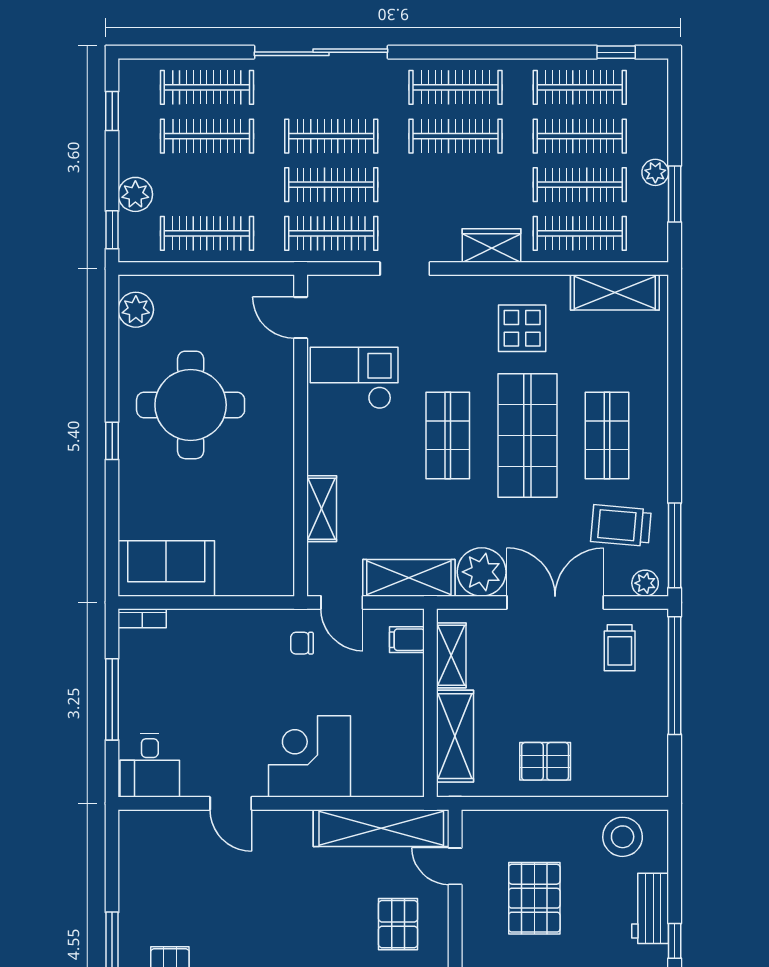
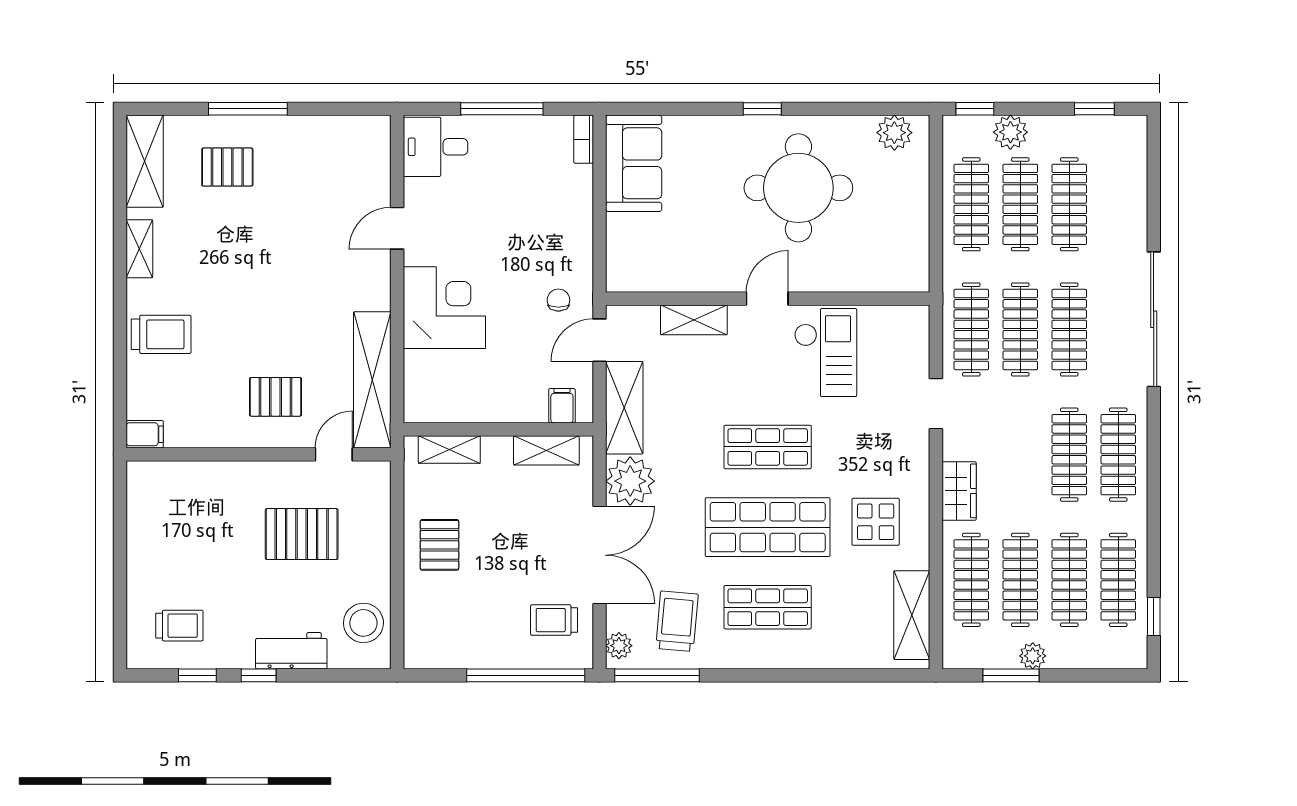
clothes rail: (207, 87) -> (1020, 204), moved
door: (301, 318) -> (767, 299), moved
shelving: (455, 736) -> (449, 450), width x0.67, depth x0.75

